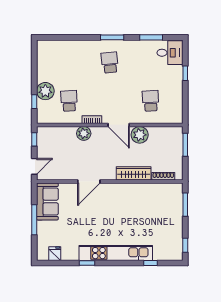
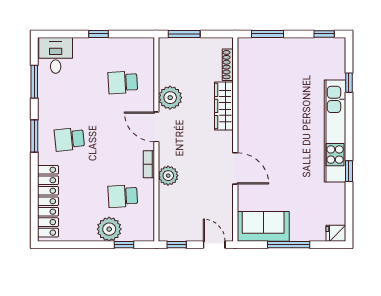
locker: (65, 47) -> (48, 201), added
window: (185, 73) -> (99, 34), moved
door: (119, 125) -> (156, 127), swing flipped
fridge: (55, 254) -> (336, 233), moved

